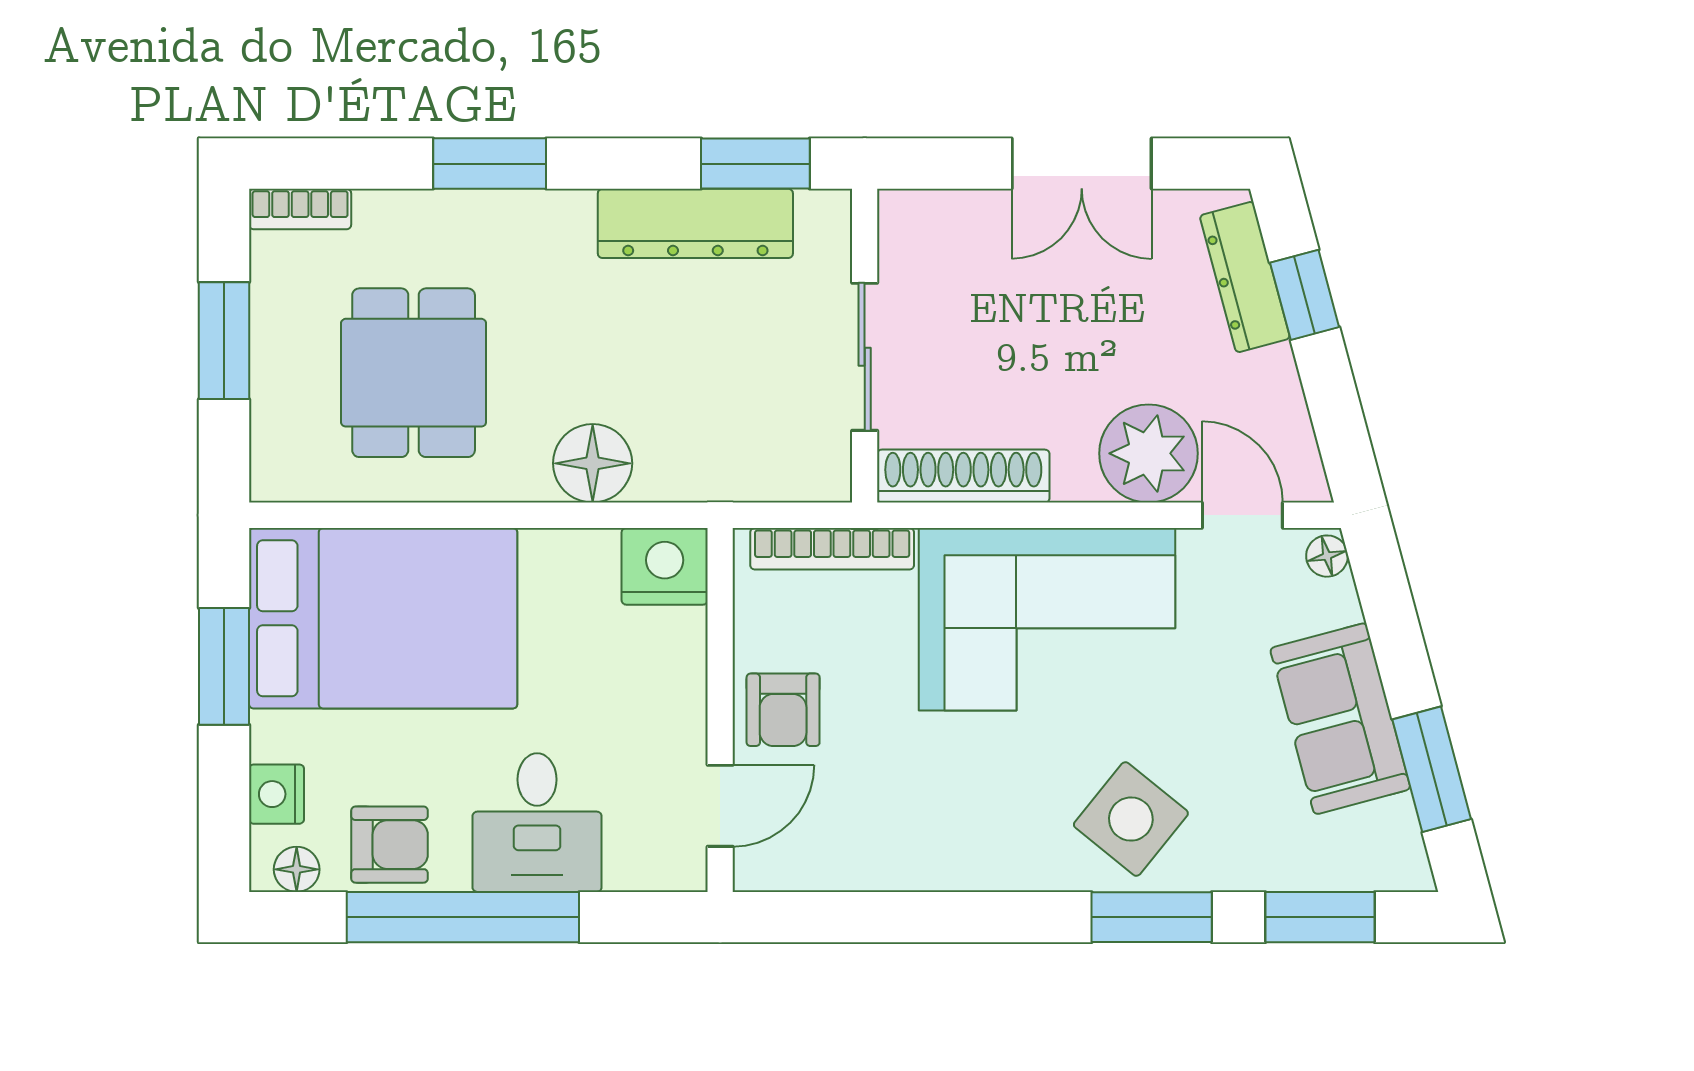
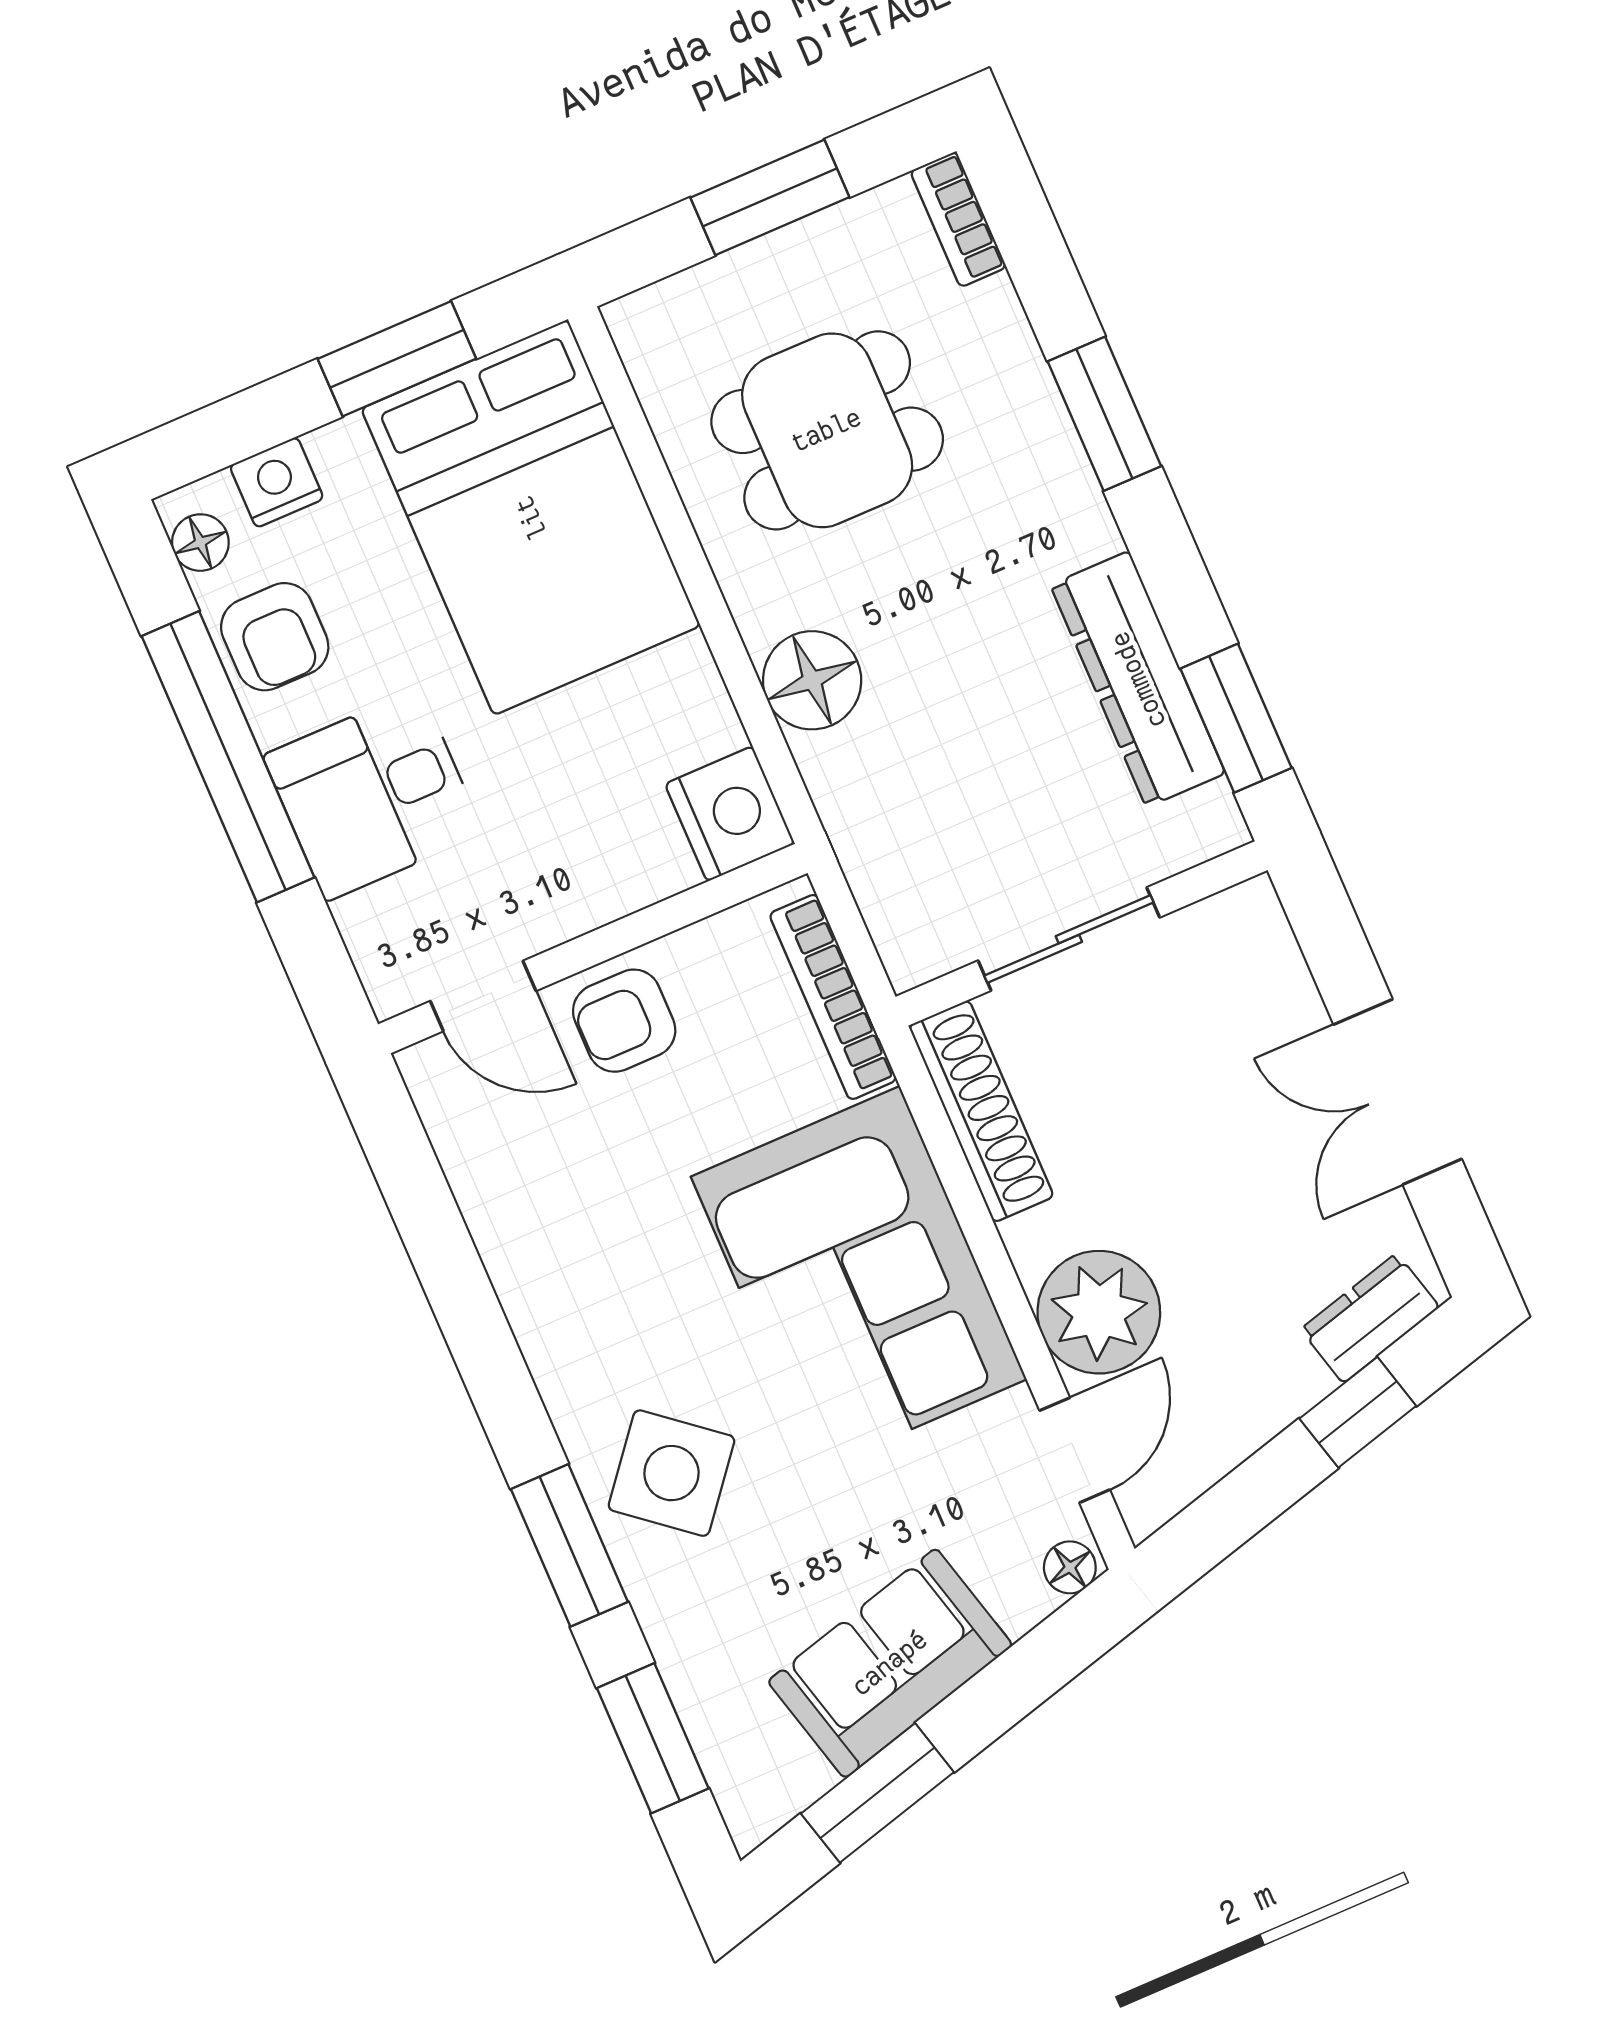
dresser: (1245, 277) -> (1370, 1318), width x0.70

